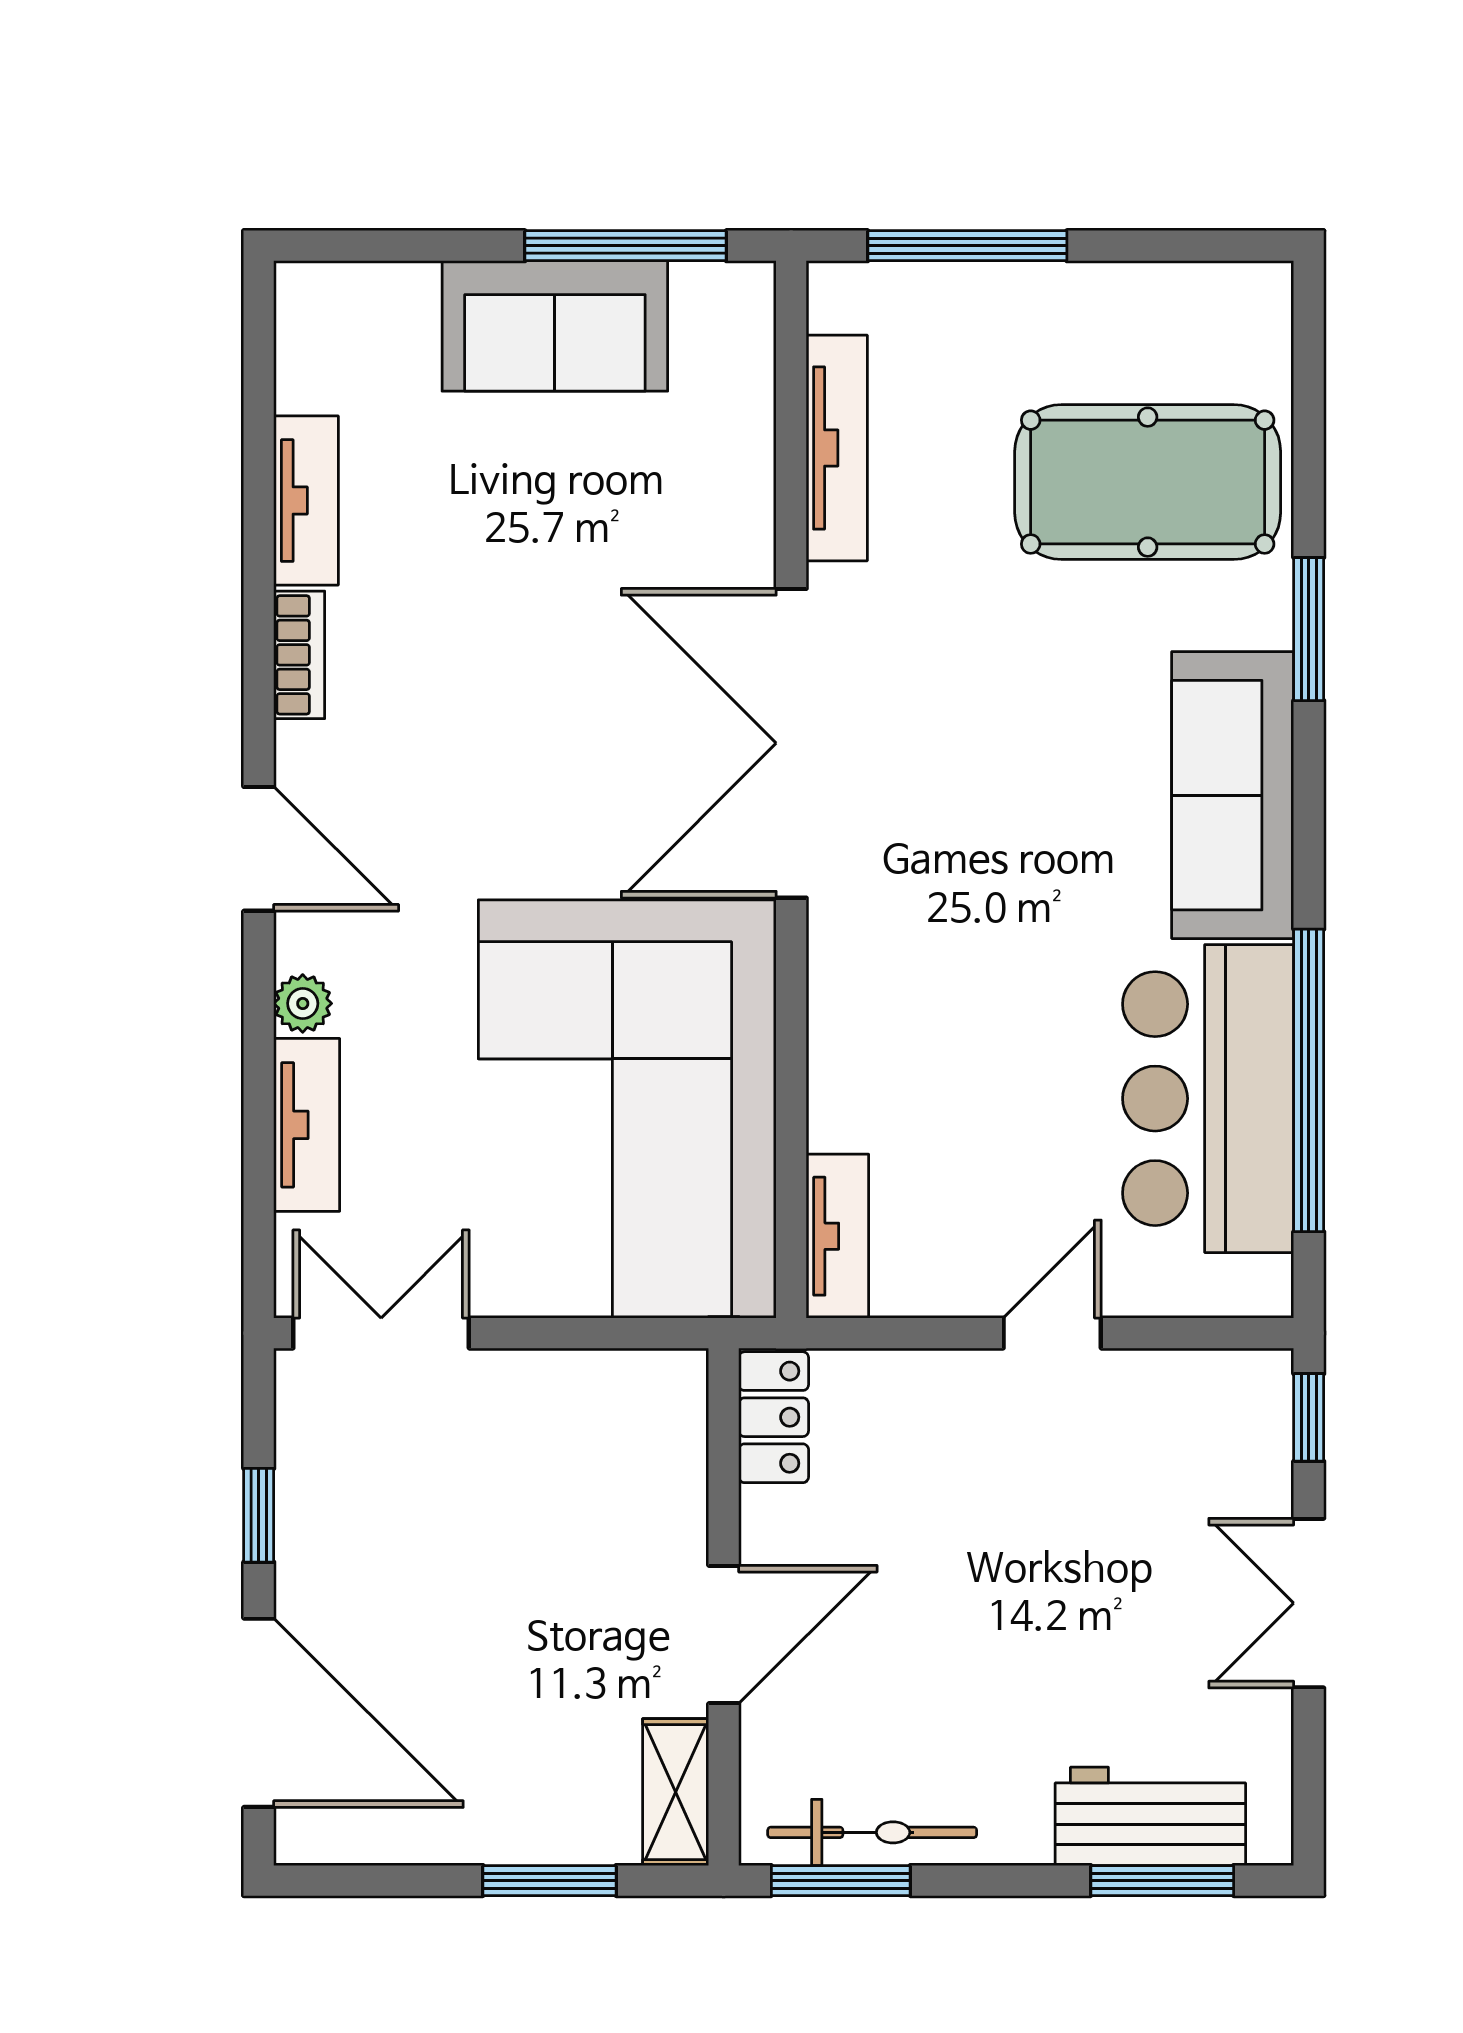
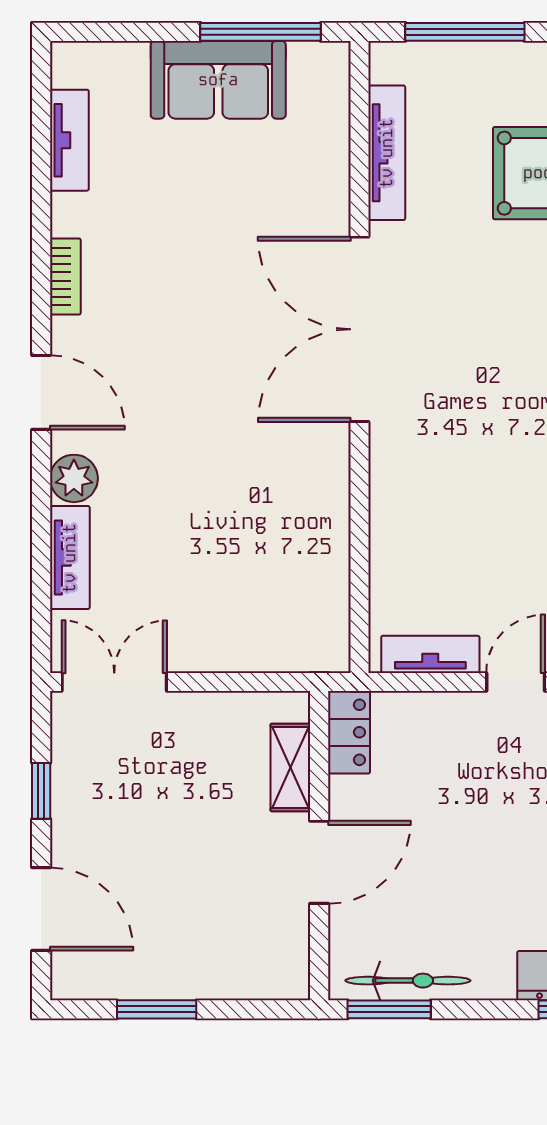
tv unit: (306, 501) -> (69, 140), moved
plant: (303, 1003) -> (74, 478), width x1.38, depth x1.38
corner sofa: (627, 1109) -> (261, 548), removed
tv unit: (837, 1236) -> (430, 654), moved, turned -90
door: (259, 1713) -> (41, 909), width x0.73
shelving: (676, 1792) -> (290, 768), moved
window: (550, 1881) -> (157, 1009), moved

